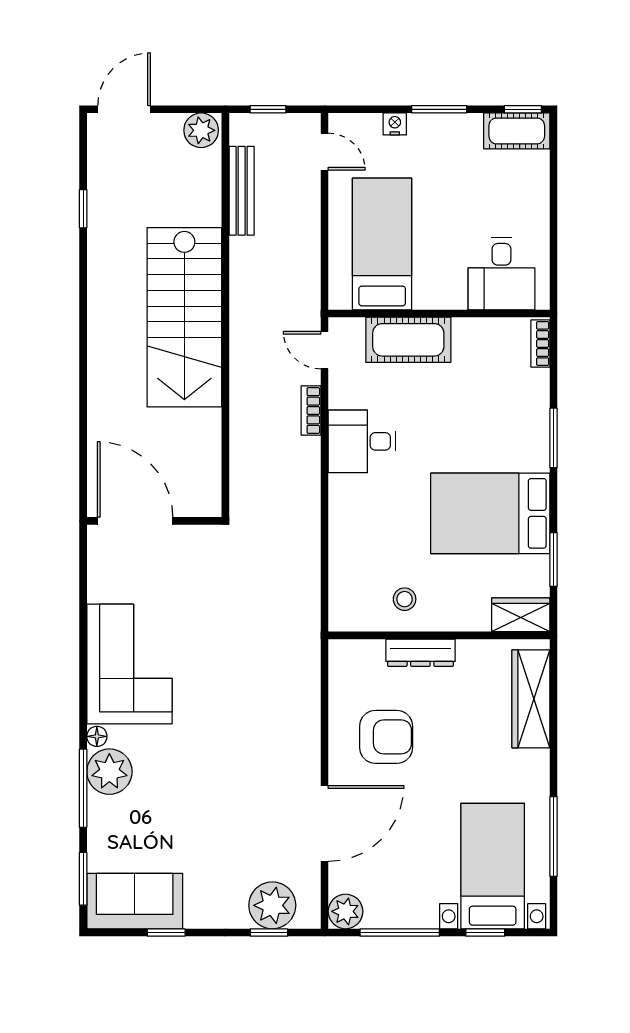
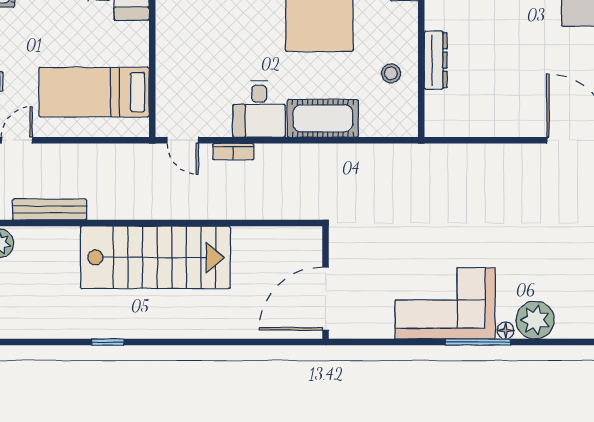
window: (83, 209) -> (108, 342), moved
cot: (408, 340) -> (323, 118), moved, turned 90
door: (324, 350) -> (183, 140), hinge flipped
armchair: (386, 737) -> (506, 89), removed
window: (83, 788) -> (478, 342), moved

